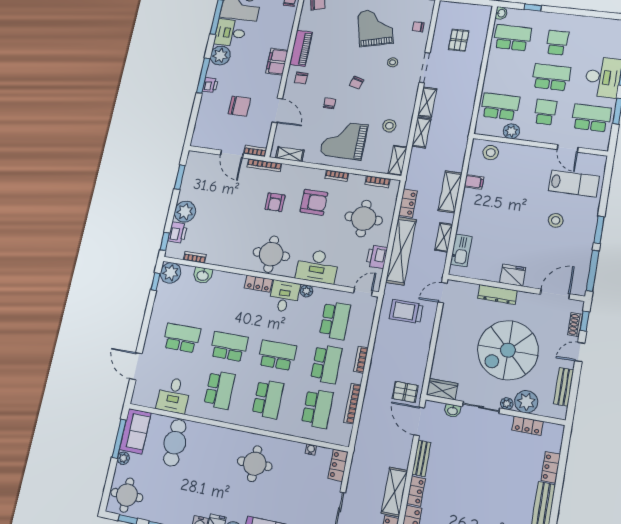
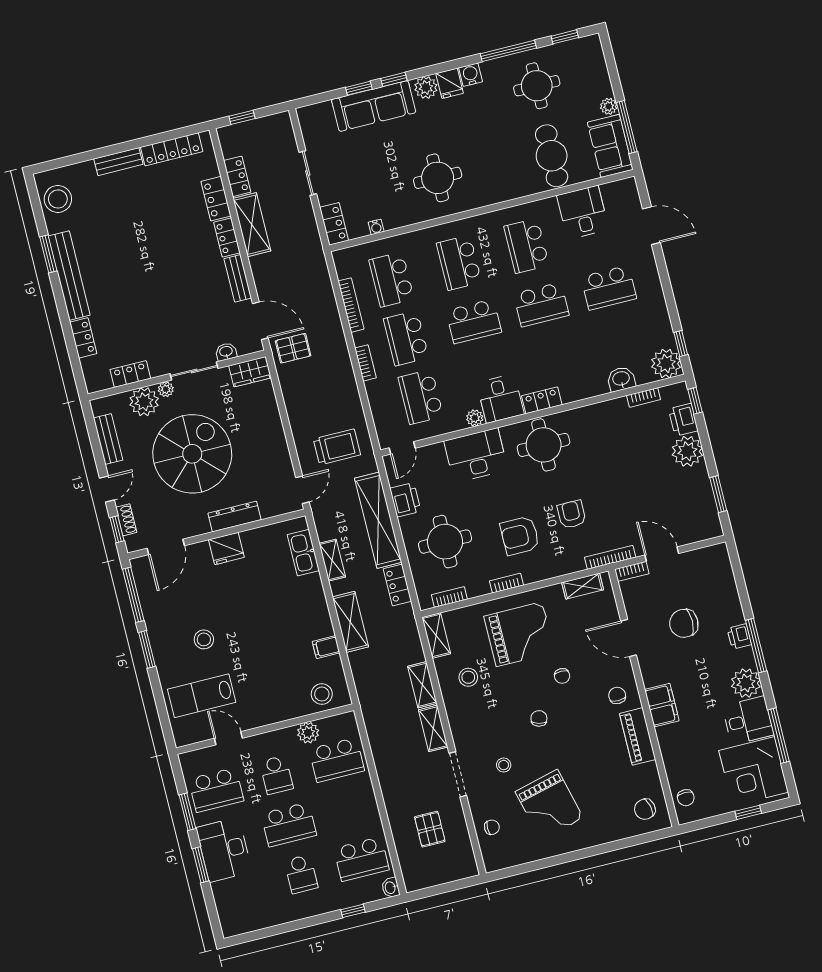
round table: (127, 495) -> (537, 86), moved

